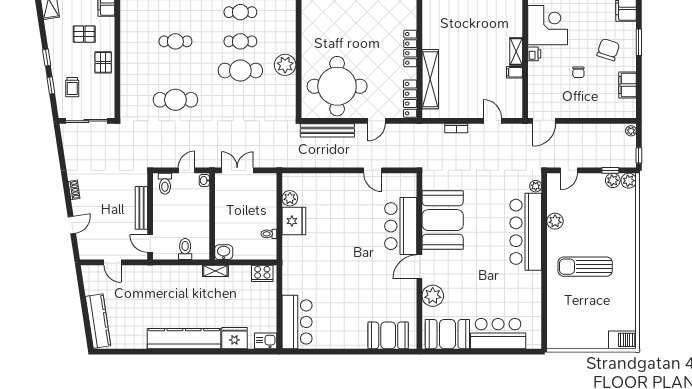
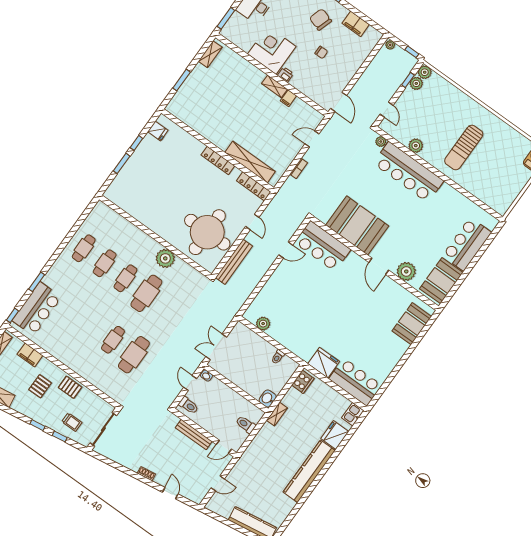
cafe table: (175, 41) -> (113, 340), moved
fridge: (294, 221) -> (324, 363), moved
bar counter: (401, 226) -> (323, 246), moved

